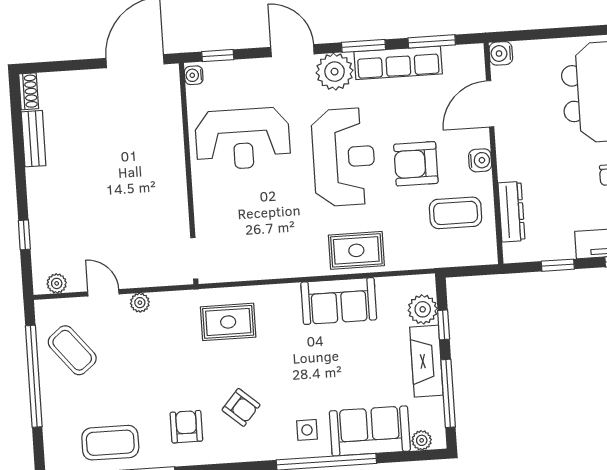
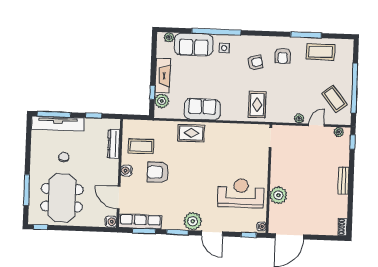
row of seats: (398, 63) -> (140, 221), moved
door: (490, 104) -> (119, 198), swing flipped
bench: (34, 139) -> (343, 180), moved
plant: (166, 142) -> (278, 195), added
reception desk: (344, 157) -> (193, 179), removed
armchair: (416, 164) -> (158, 172), turned 180
window: (24, 235) -> (352, 142), moved
door: (103, 293) -> (316, 125), swing flipped
rug: (228, 322) -> (257, 105), turned 90
window: (448, 393) -> (154, 59), removed
armchair: (241, 407) -> (255, 62), turned 125

